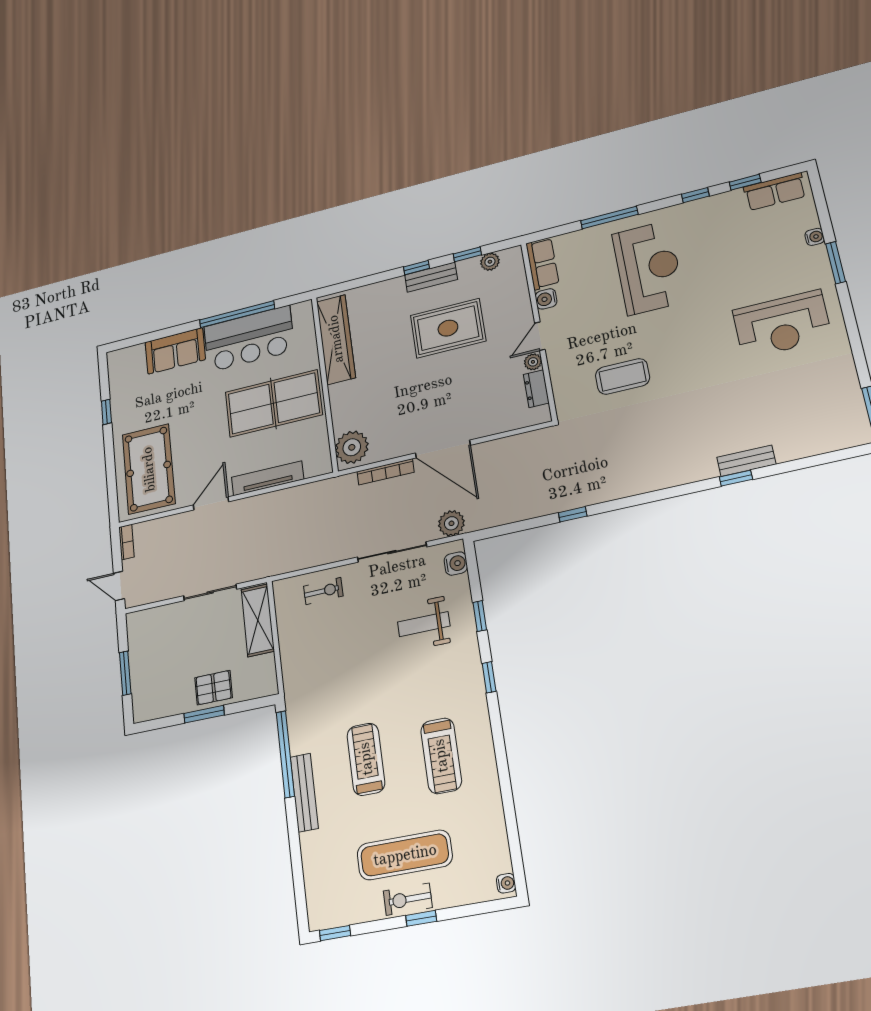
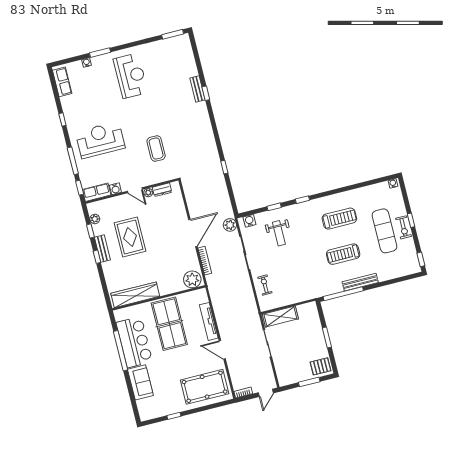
window: (745, 182) -> (80, 188), moved
pallet: (214, 688) -> (321, 366), moved, turned 90

